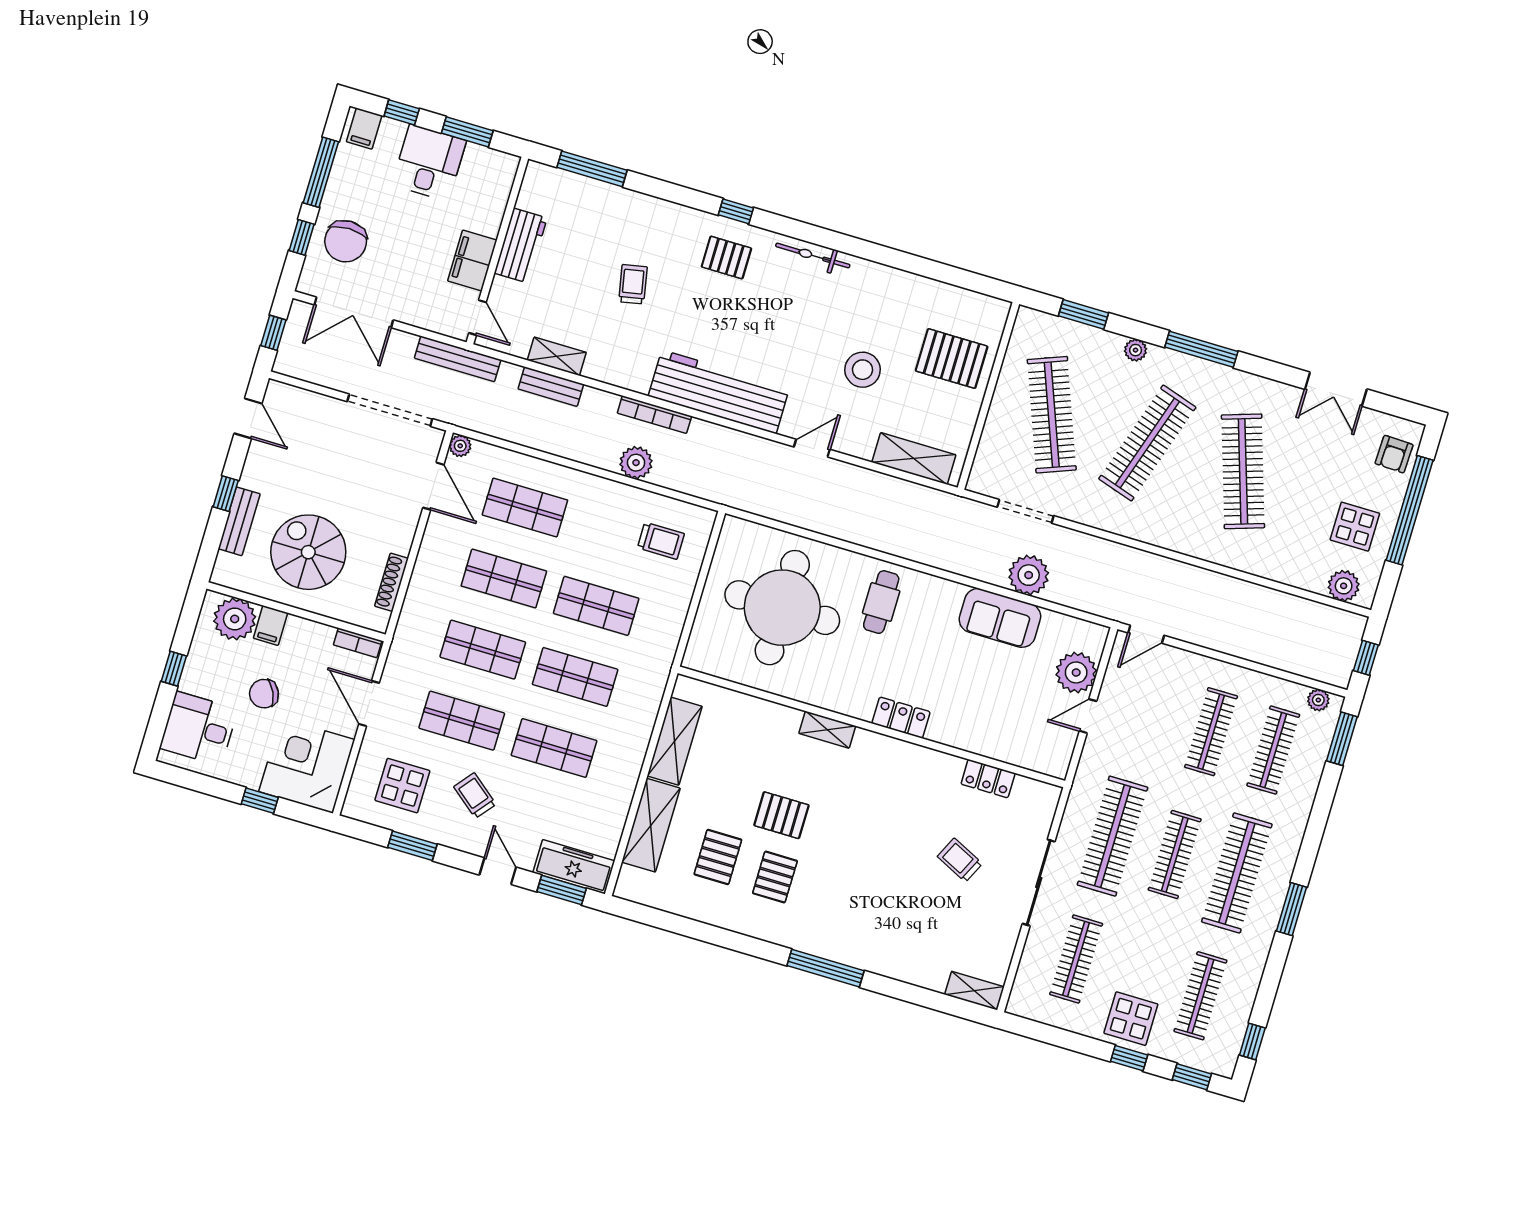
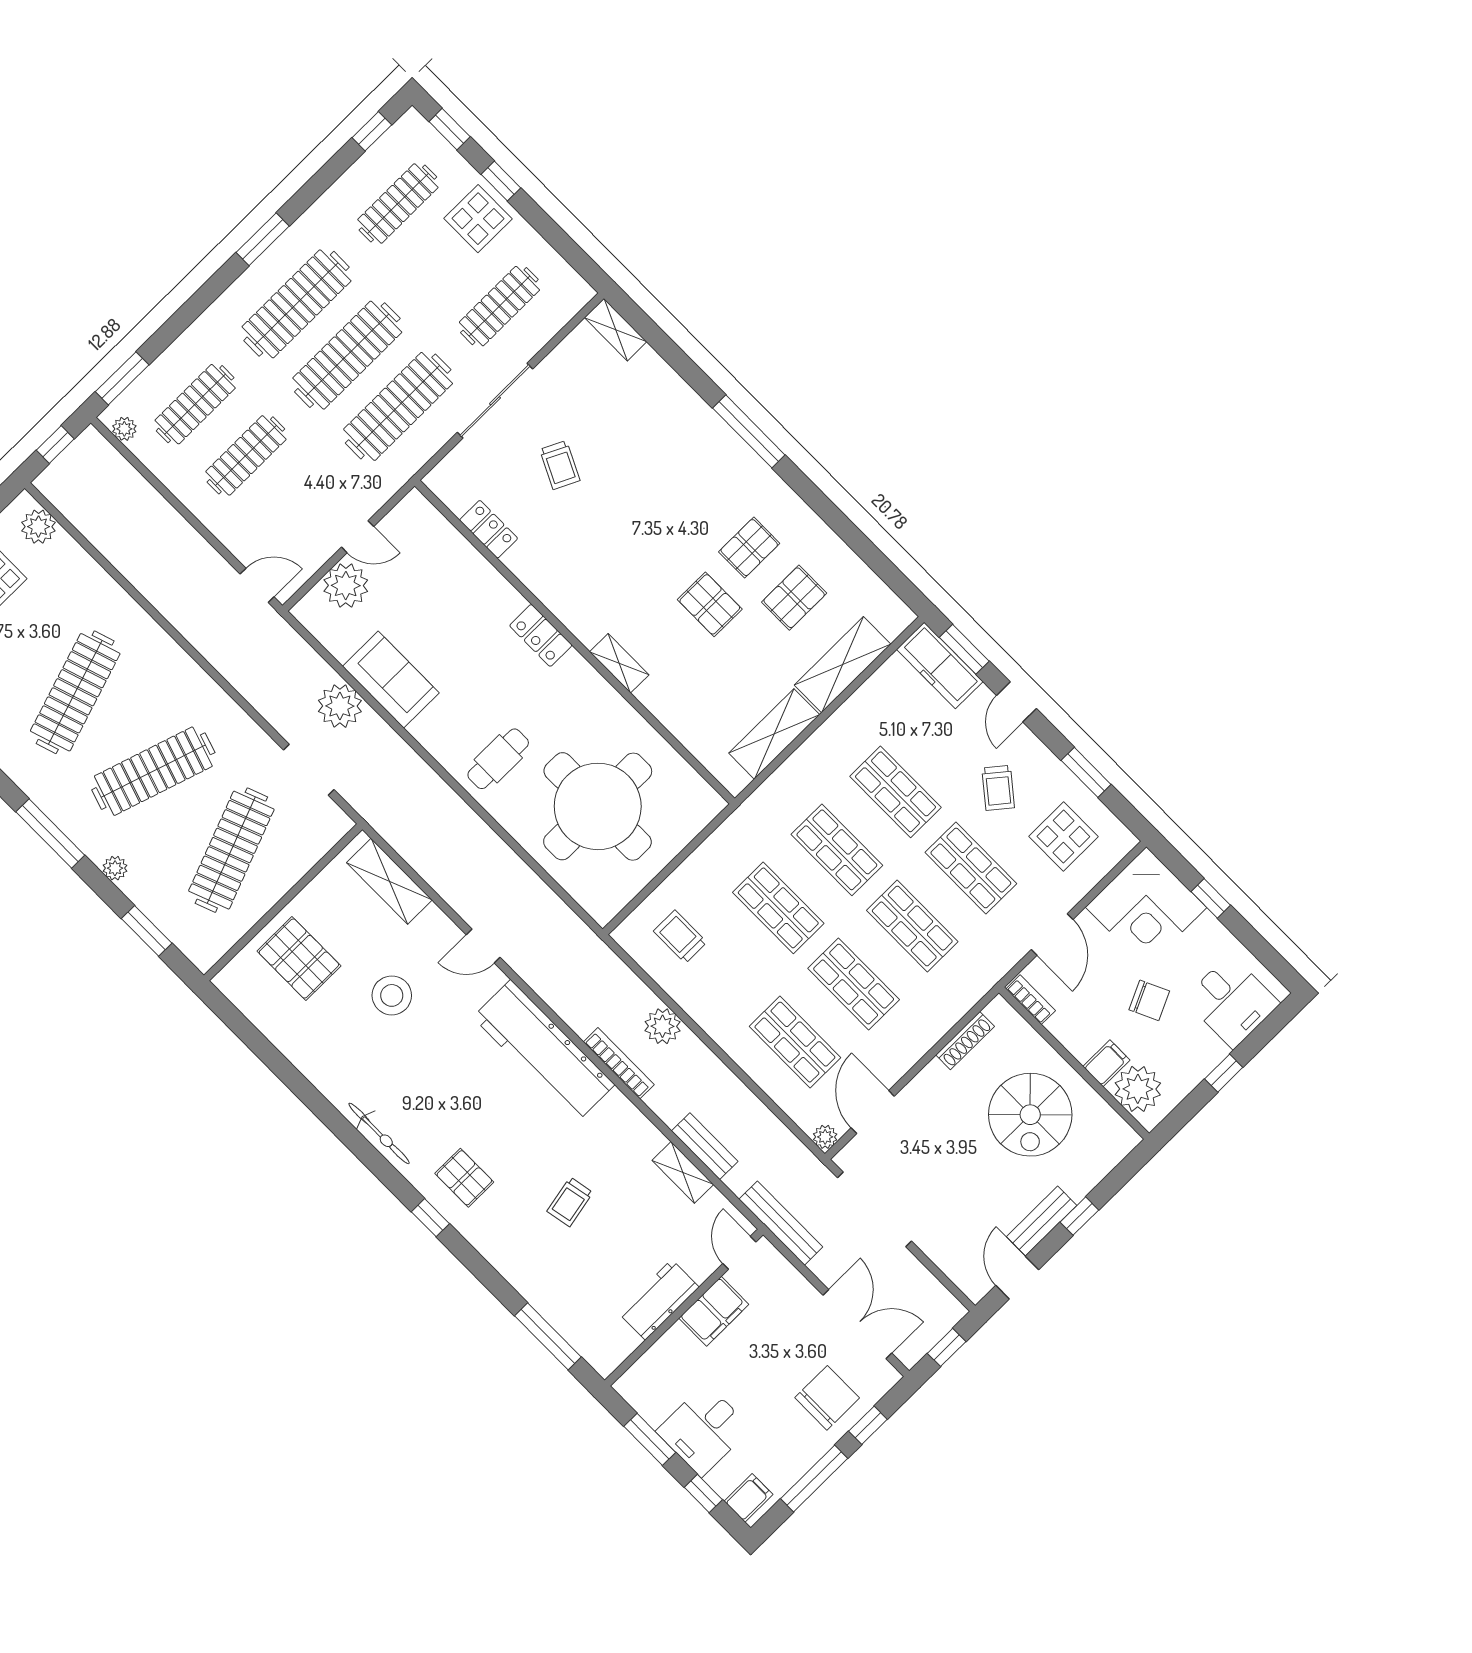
bench: (239, 521) -> (1042, 1221), moved
clothes rail: (1175, 855) -> (347, 355), width x1.37, depth x1.31

